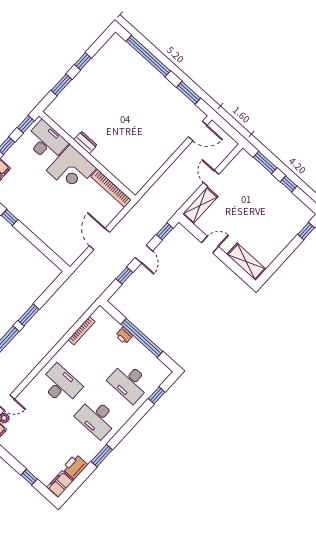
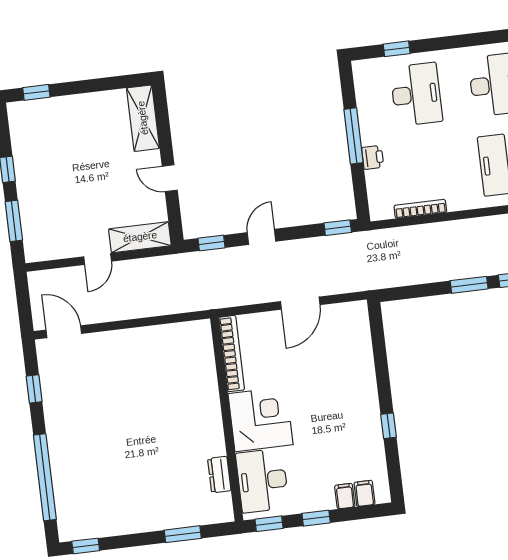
window: (83, 61) -> (86, 546), moved
window: (189, 93) -> (34, 389), width x0.67
dresser: (85, 143) -> (219, 475), moved
window: (124, 276) -> (338, 228), moved
window: (142, 338) -> (353, 136), width x0.68

